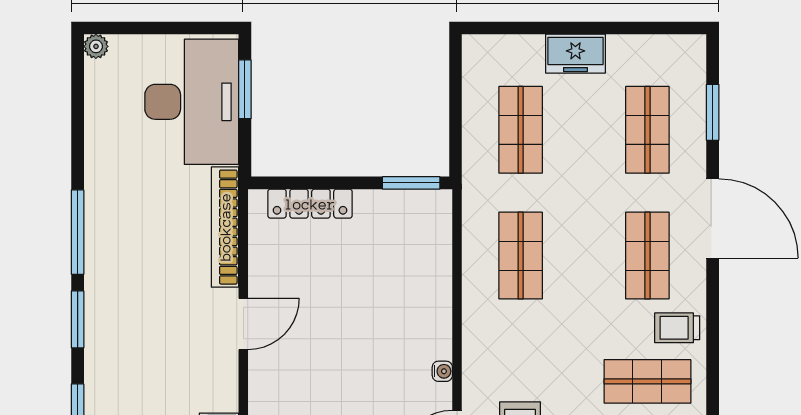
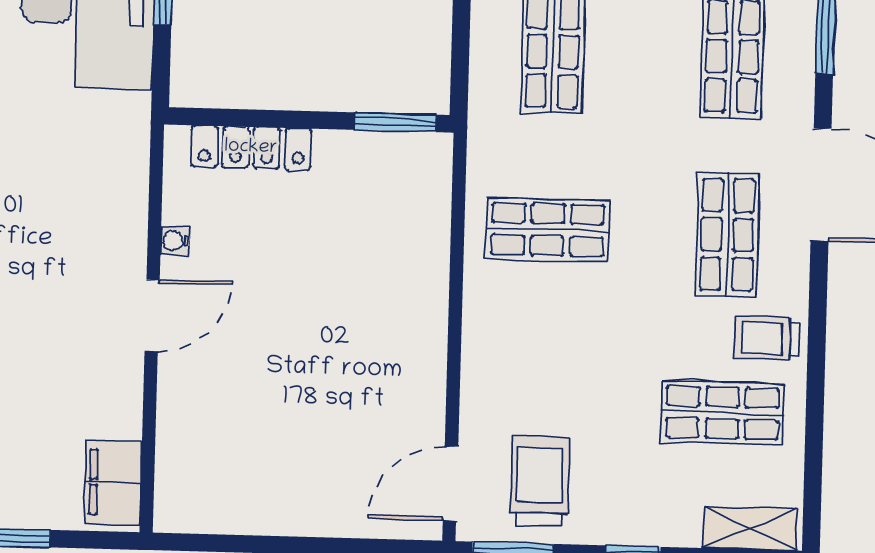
bookcase: (225, 227) -> (130, 178), removed
shop shelf: (521, 256) -> (548, 230), turned 90
water cooler: (442, 371) -> (175, 241), moved, turned 180

